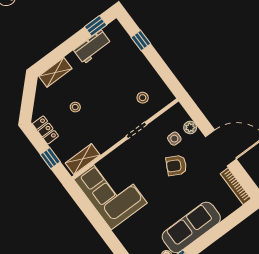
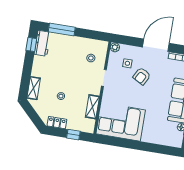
window: (141, 40) -> (62, 30), width x2.17
workbench: (93, 47) -> (42, 43), moved
plant: (190, 127) -> (115, 47), moved
shelving: (83, 159) -> (92, 107), moved

